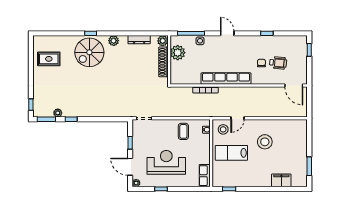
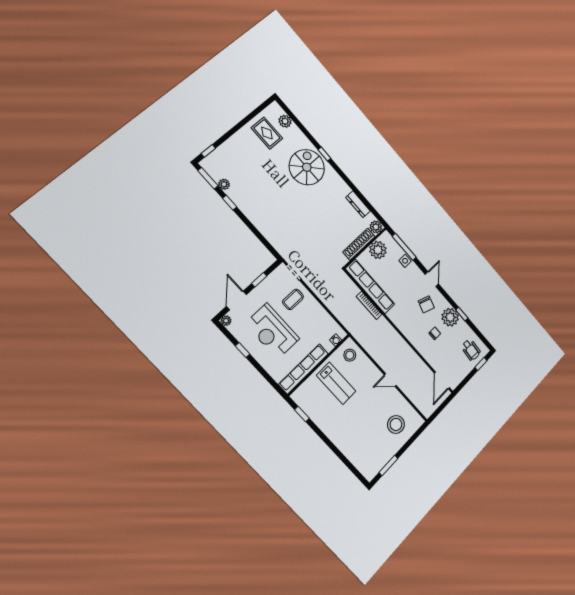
plant: (114, 41) -> (285, 121), moved
plant: (261, 43) -> (450, 317), added
spiral stairs: (89, 52) -> (307, 167), turned 90
chair: (239, 52) -> (426, 304), added
wheelchair: (278, 63) -> (471, 350), moved
row of seats: (226, 79) -> (370, 287), moved
door: (237, 118) -> (390, 380), moved
coffee table: (183, 131) -> (293, 299), moved
stool: (265, 142) -> (396, 424), moved
lab bench: (231, 153) -> (336, 383), turned 180
reception desk: (166, 162) -> (272, 331), turned 180
row of seats: (205, 176) -> (303, 369), width x2.02
filing cabinet: (281, 180) -> (354, 454), removed

